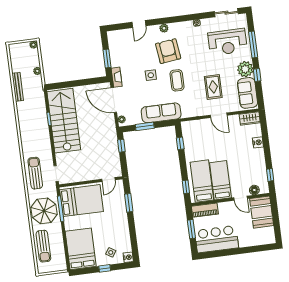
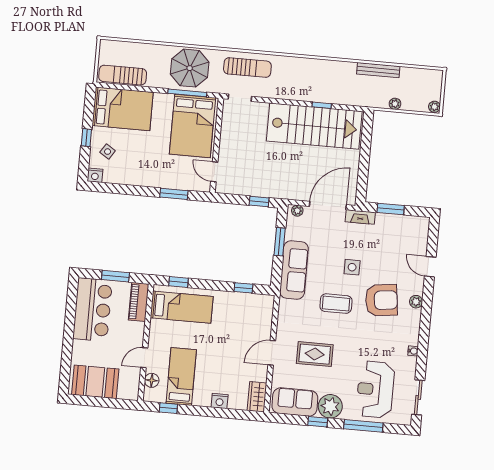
bed: (220, 180) -> (181, 376), moved, turned -90
booth: (262, 212) -> (95, 382), moved
sun lounger: (43, 246) -> (123, 75), moved

